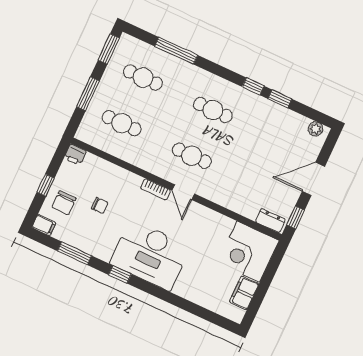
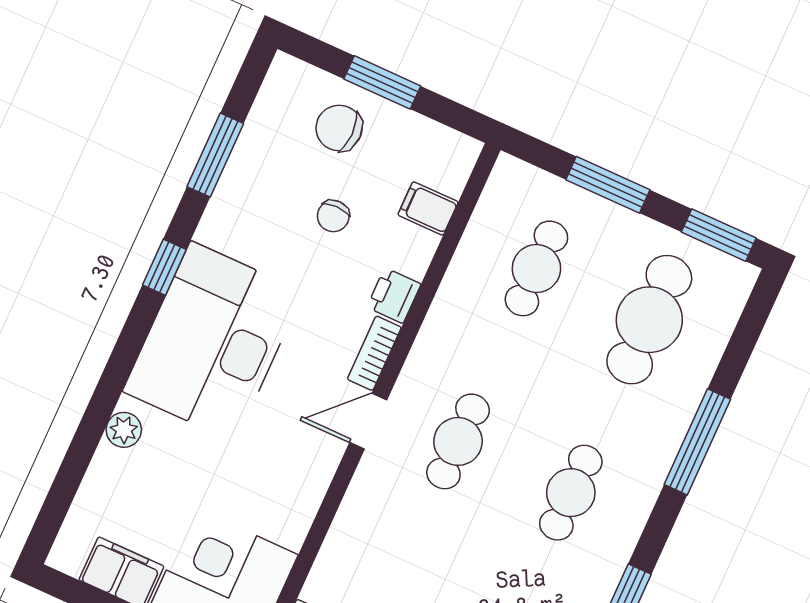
window: (176, 51) -> (697, 442), moved
cafe table: (143, 78) -> (649, 320), width x1.37, depth x1.35
printer: (75, 155) -> (394, 296), moved
window: (46, 185) -> (382, 82), width x1.50
filing cabinet: (44, 225) -> (428, 208), moved, turned 90
plant: (186, 291) -> (124, 430), added

